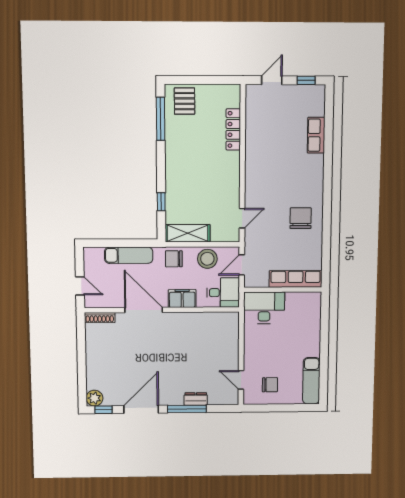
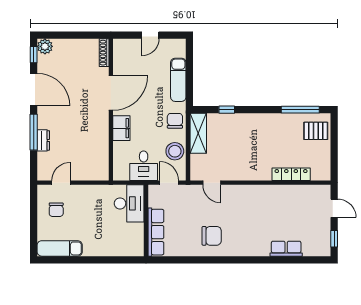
filing cabinet: (182, 299) -> (121, 128), moved
door: (144, 310) -> (111, 93), moved
wall: (162, 310) -> (111, 110), moved
shoe rack: (100, 318) -> (104, 53), moved

